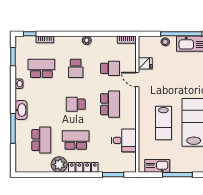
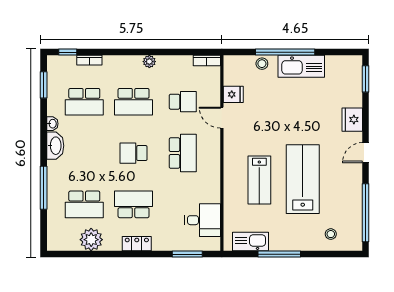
school desk: (41, 68) -> (84, 102), turned 180
school desk: (76, 68) -> (134, 102), width x1.85
washbasin: (21, 110) -> (55, 146), moved
school desk: (41, 140) -> (84, 204), turned 90
desk: (124, 140) -> (203, 220), moved
plant: (59, 165) -> (91, 240), moved
locker: (83, 167) -> (137, 244), width x0.66

